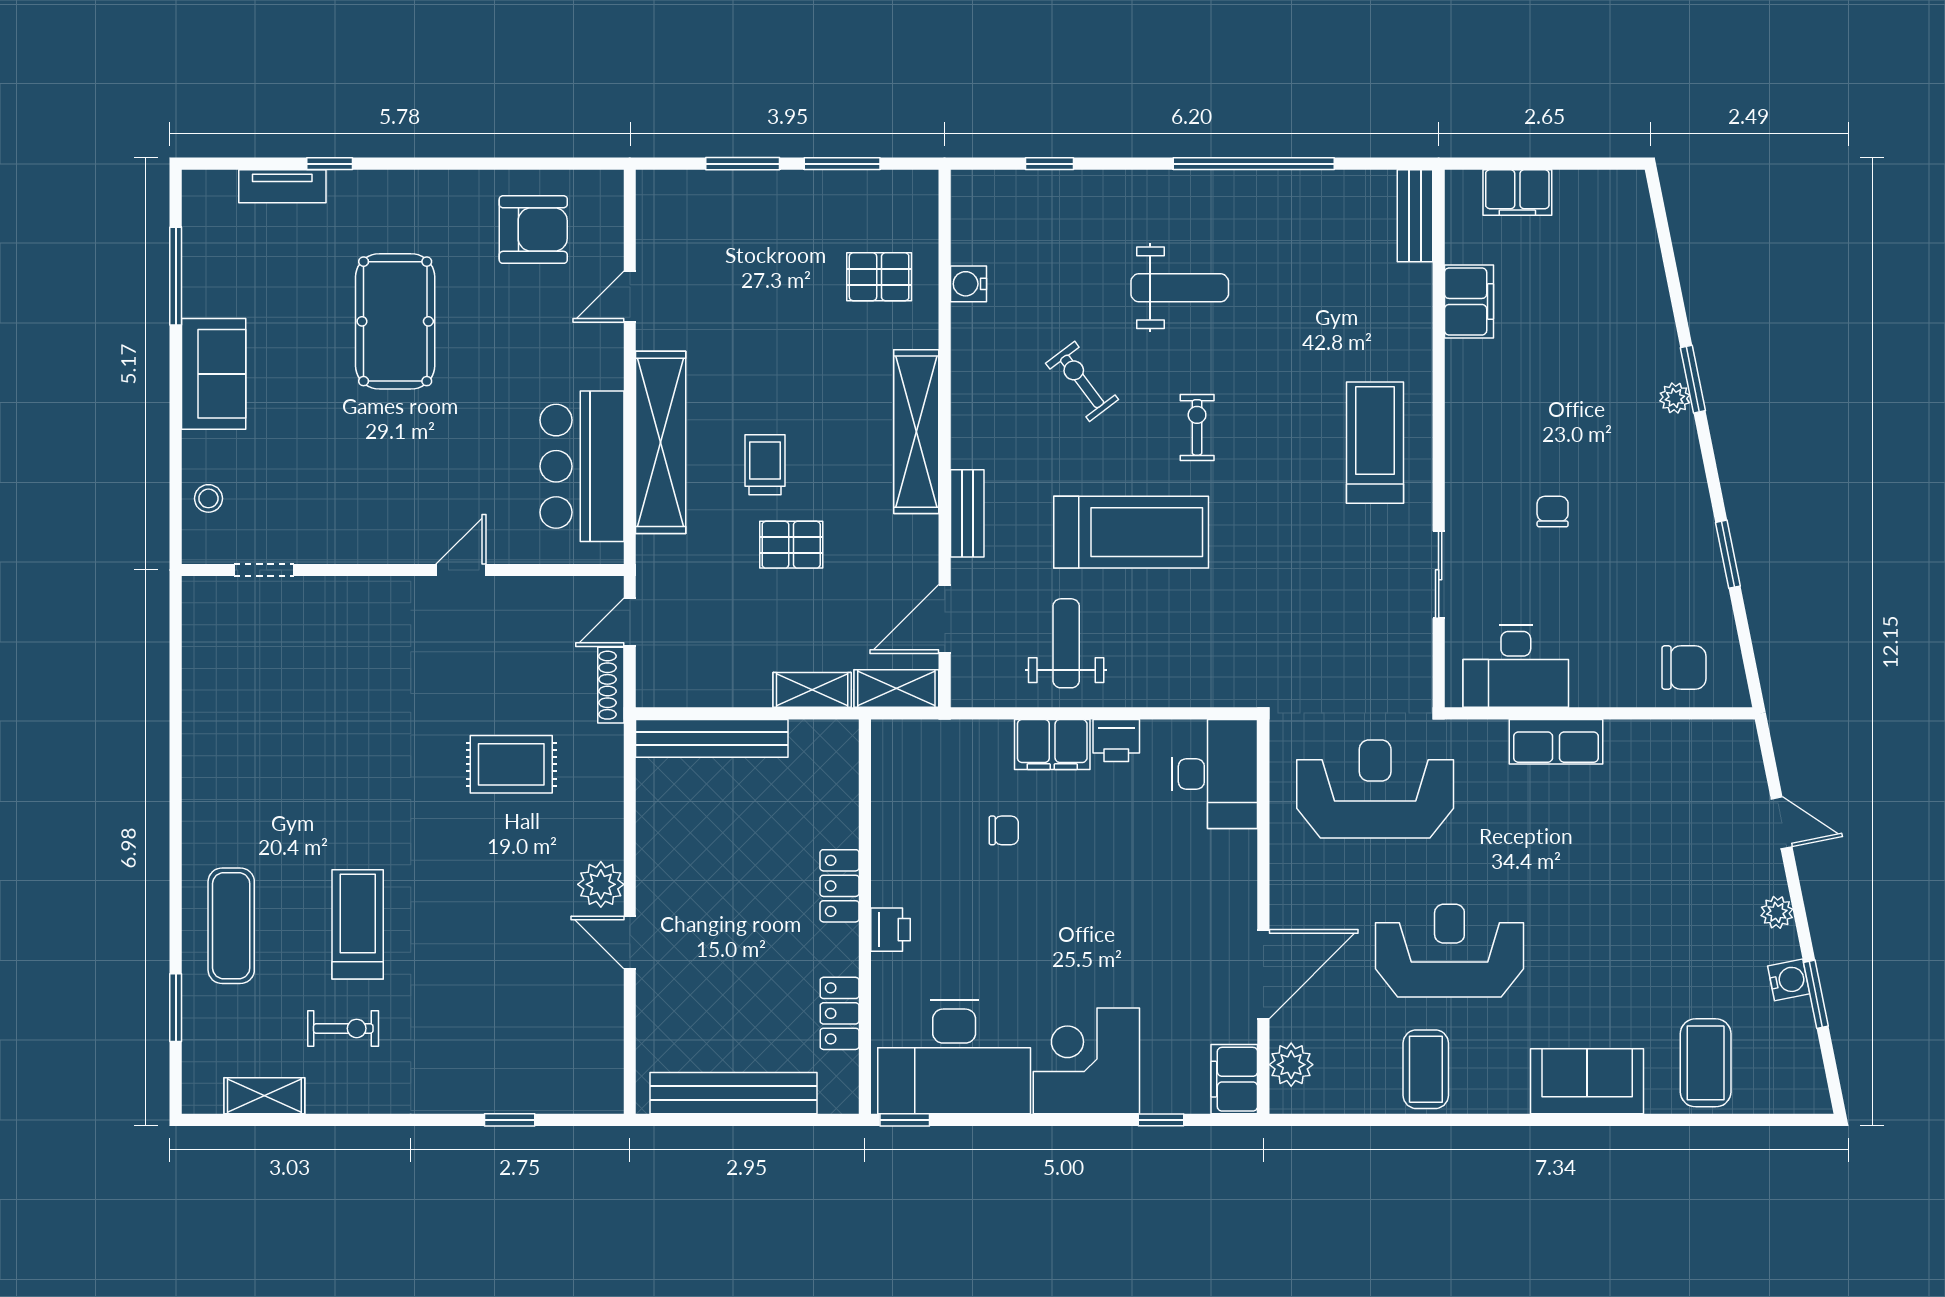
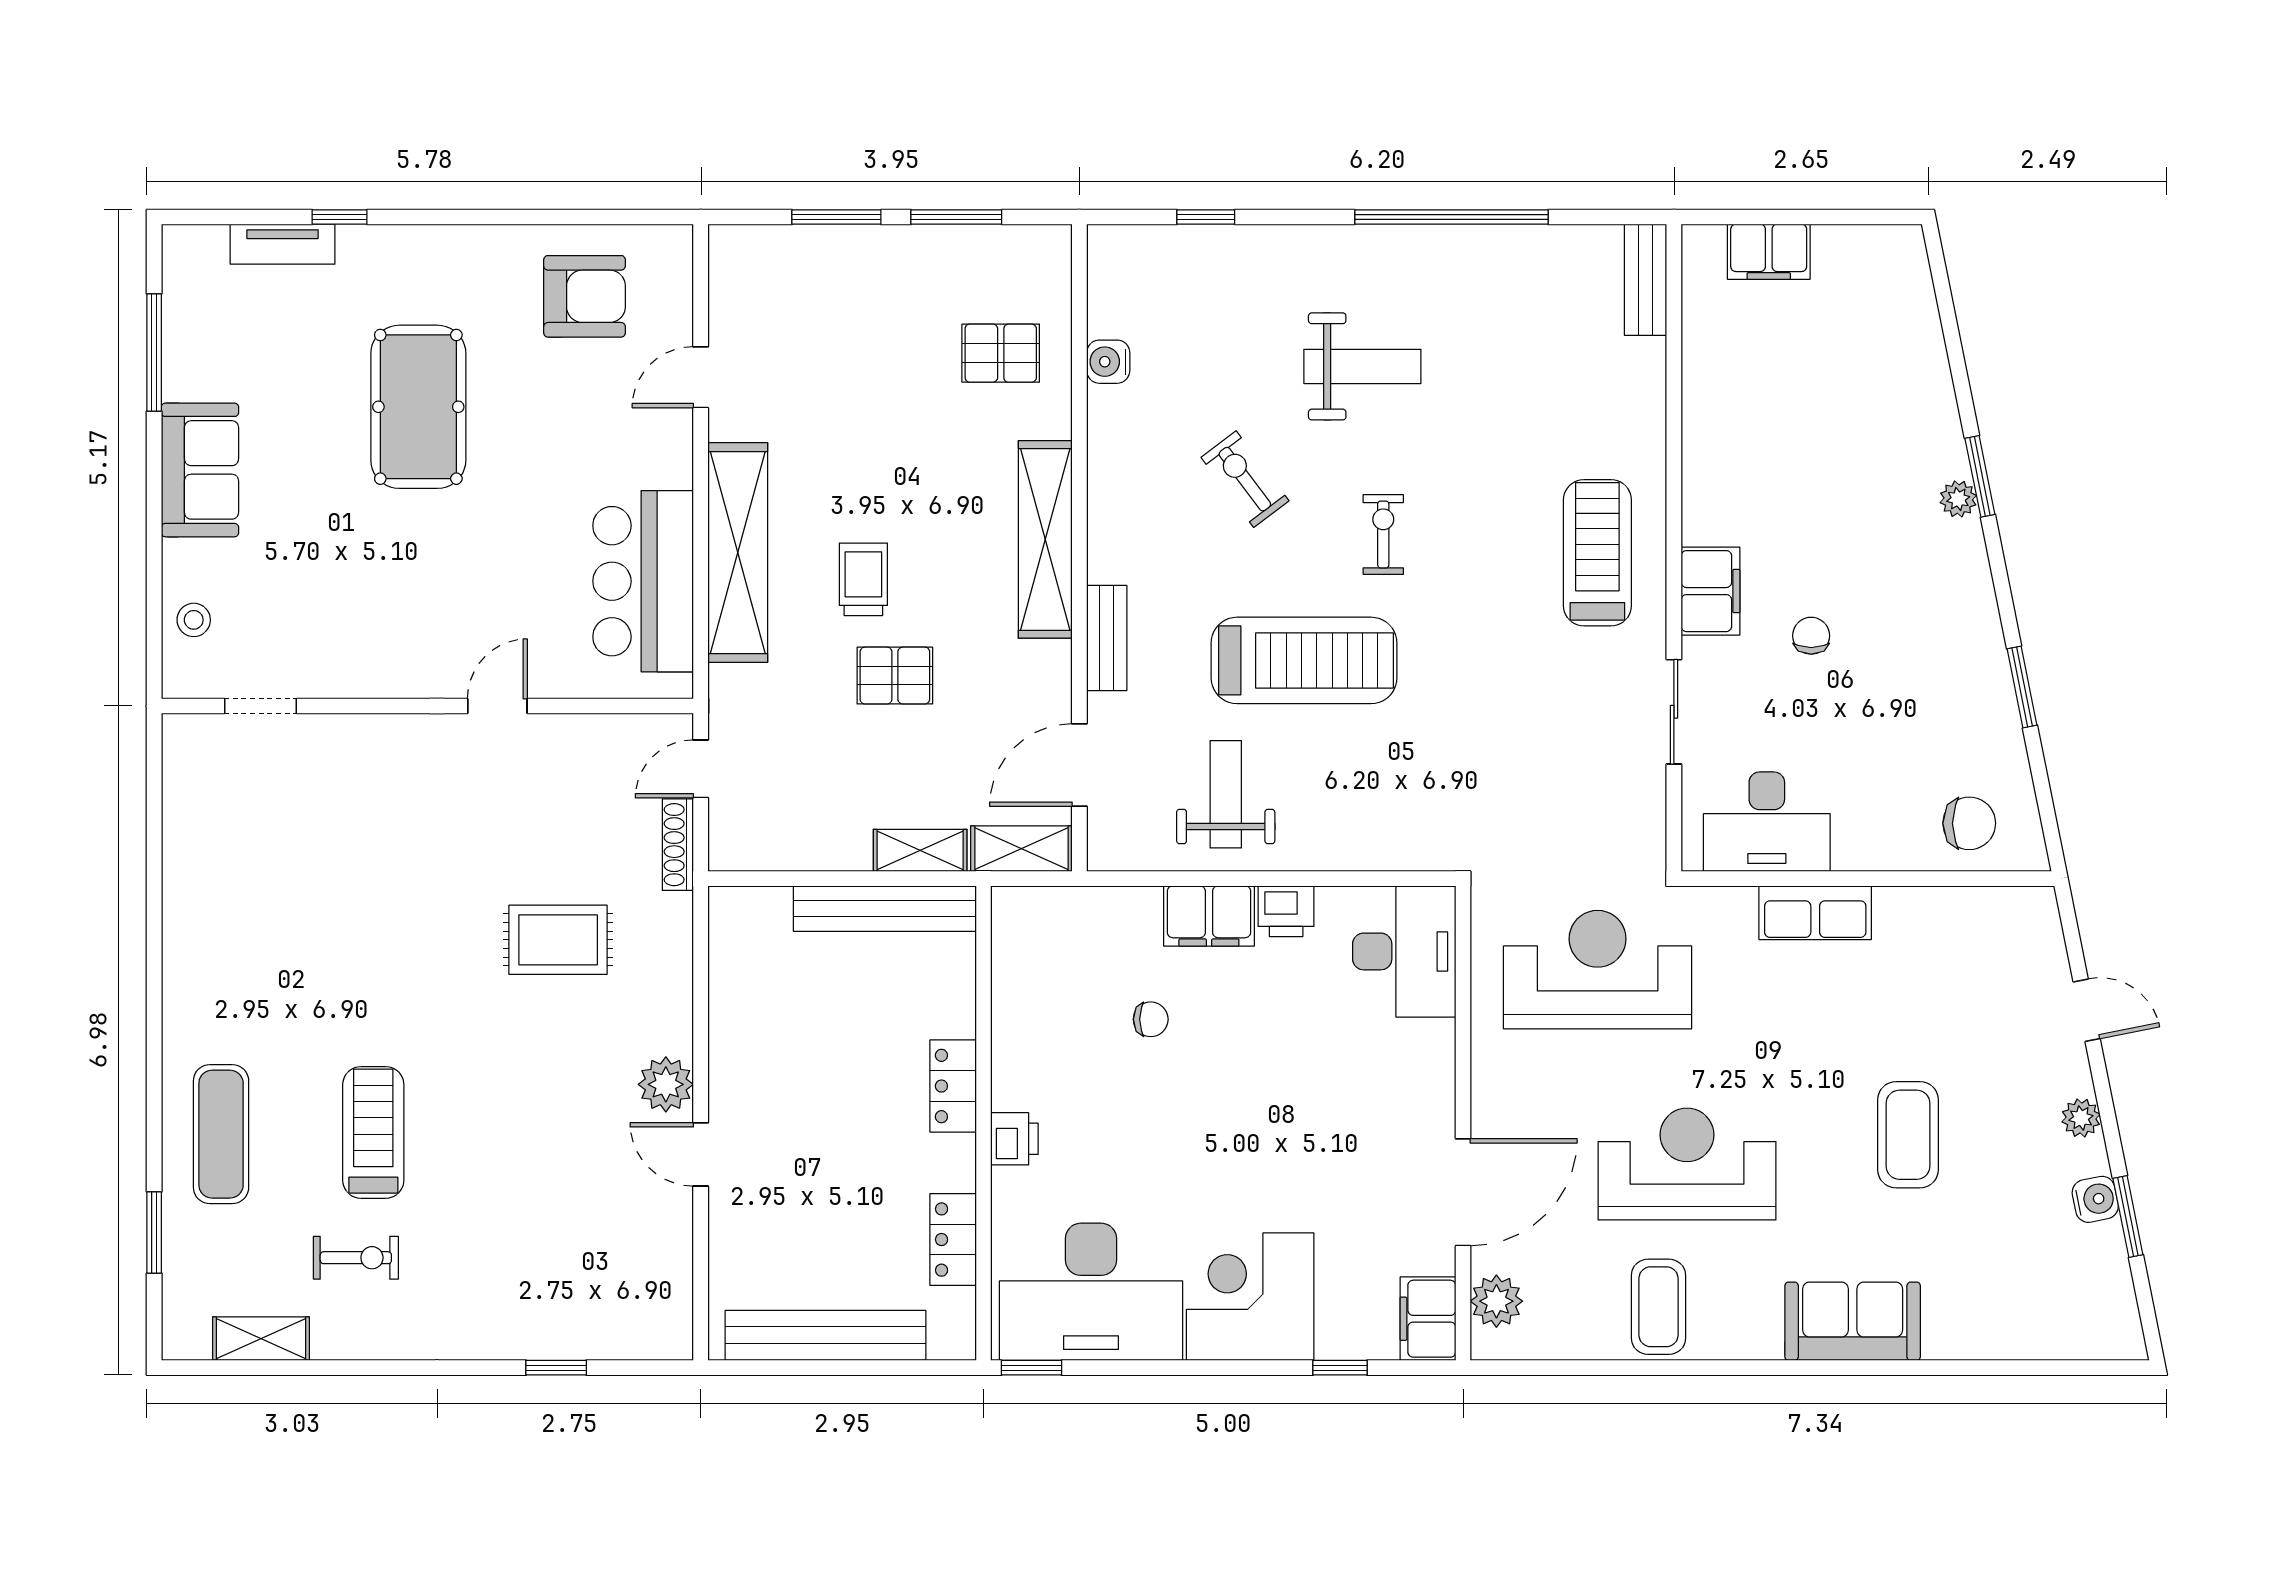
filing cabinet: (1469, 301) -> (1710, 591), moved
bench: (712, 738) -> (885, 909), moved
coffee table: (1706, 1063) -> (1908, 1135), moved

